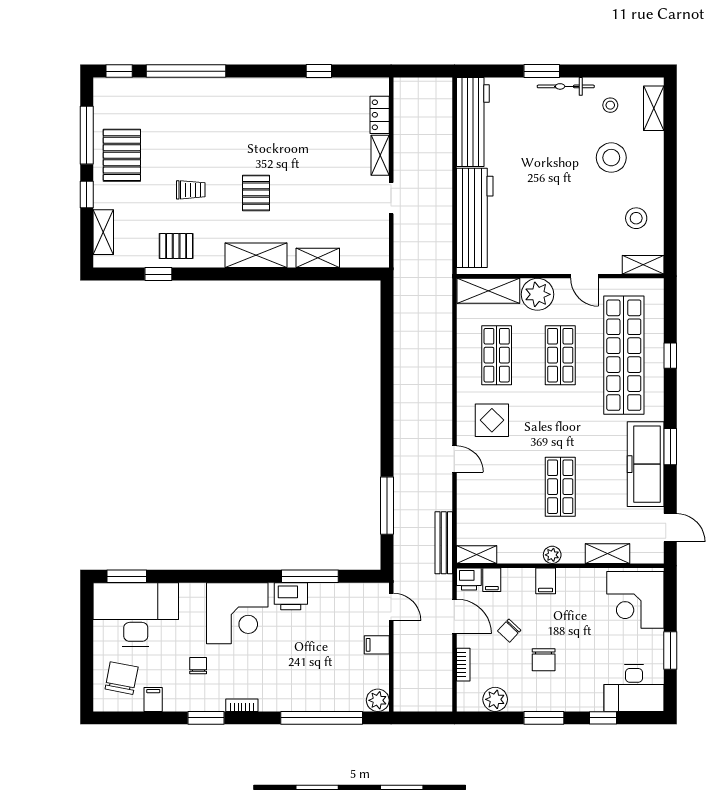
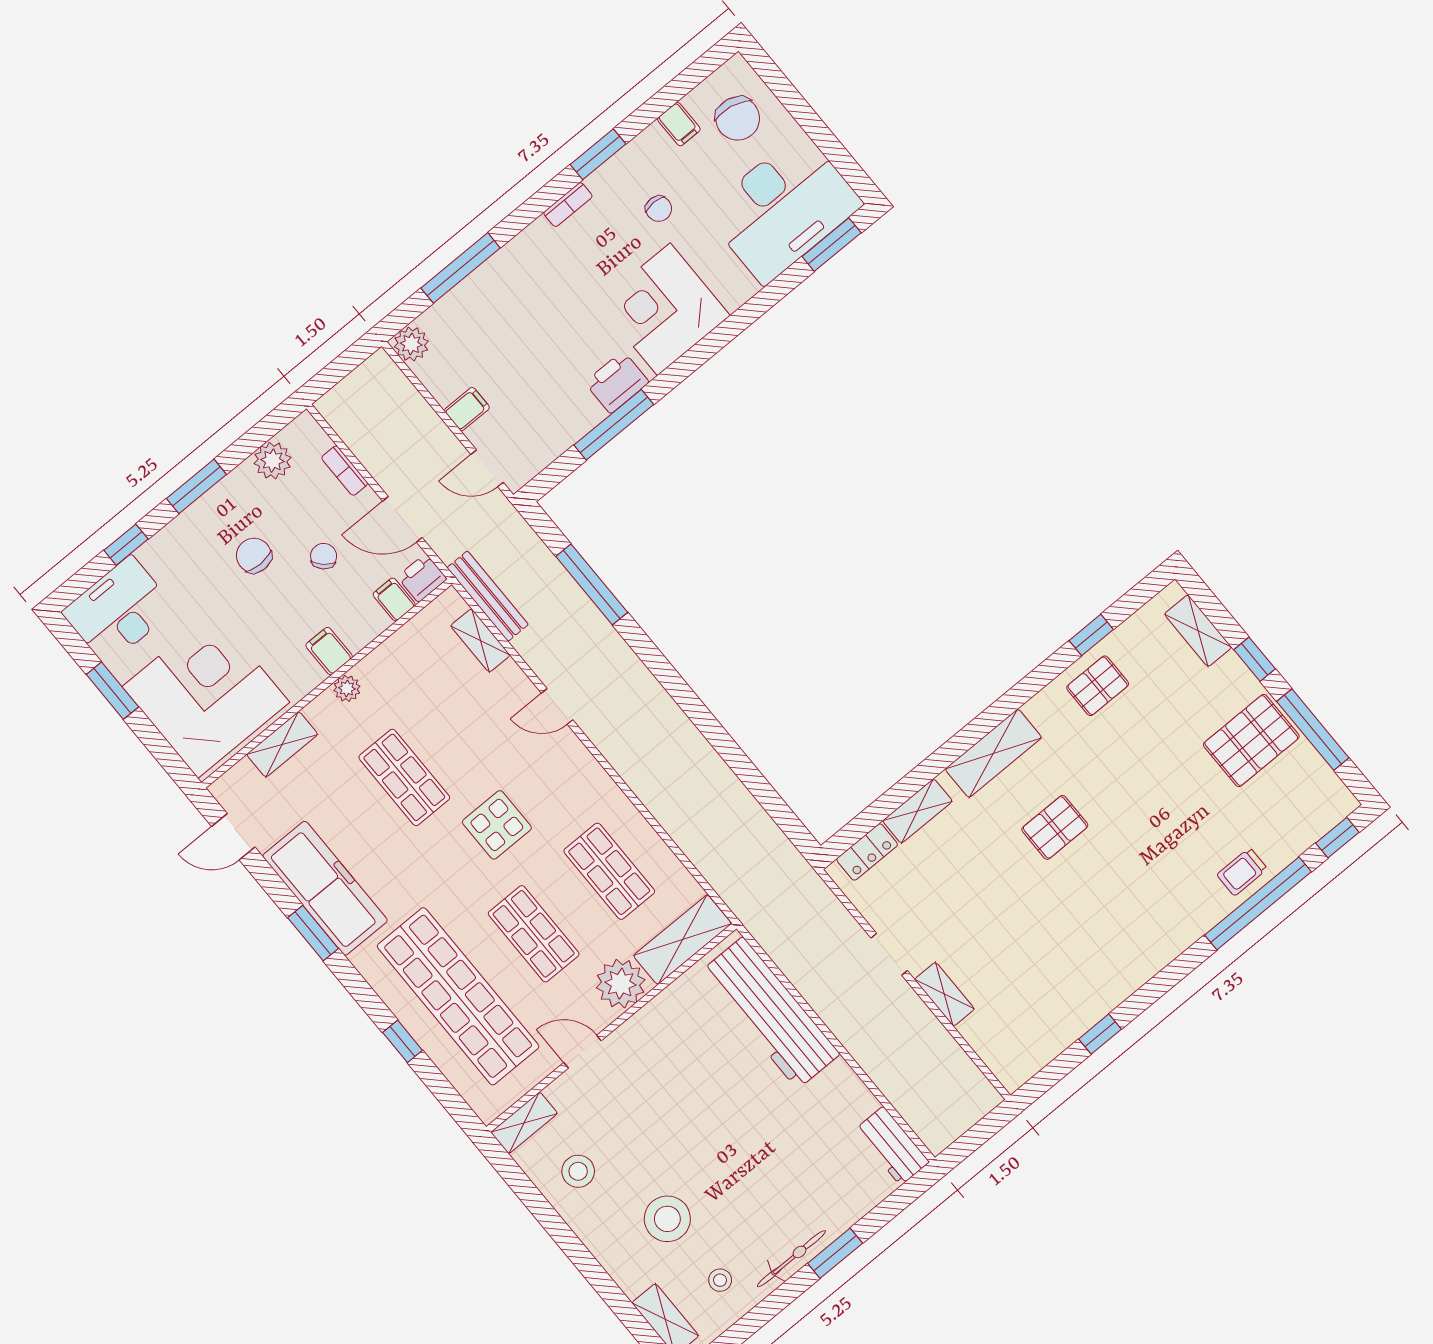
locker: (380, 115) -> (867, 852), moved, turned 90
workbench: (473, 122) -> (892, 1146), width x0.53, depth x0.76
pallet: (122, 155) -> (1251, 741), turned 90
trolley: (191, 190) -> (1242, 872), moved
pallet: (256, 193) -> (1055, 827), turned 90
display table: (492, 420) -> (497, 825), moved
shelving: (477, 555) -> (480, 640), moved, turned 90
corner desk: (635, 600) -> (206, 694), width x1.36, depth x1.36
window: (322, 718) -> (461, 268), width x0.68

